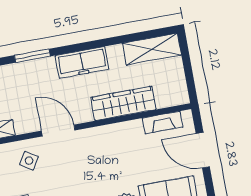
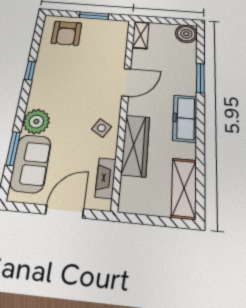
side table: (29, 161) -> (102, 128), moved

